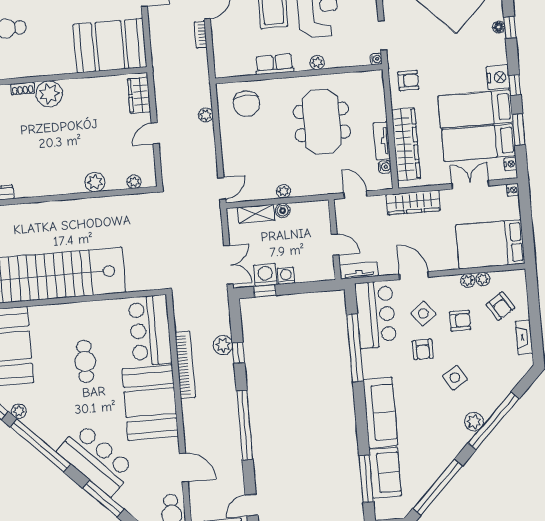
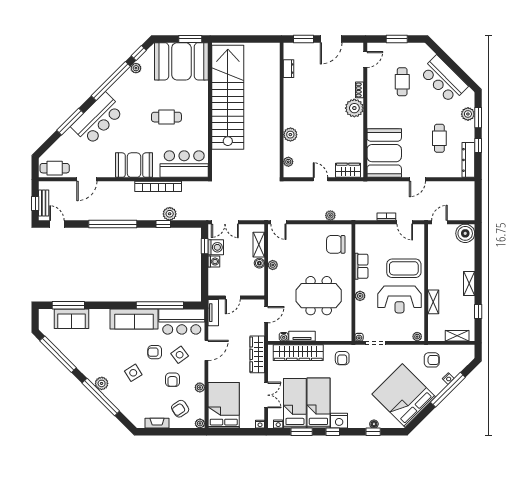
plant: (483, 279) -> (200, 423), moved
booth: (150, 403) -> (134, 165), width x0.73, depth x0.70
sofa: (380, 412) -> (134, 319), moved

